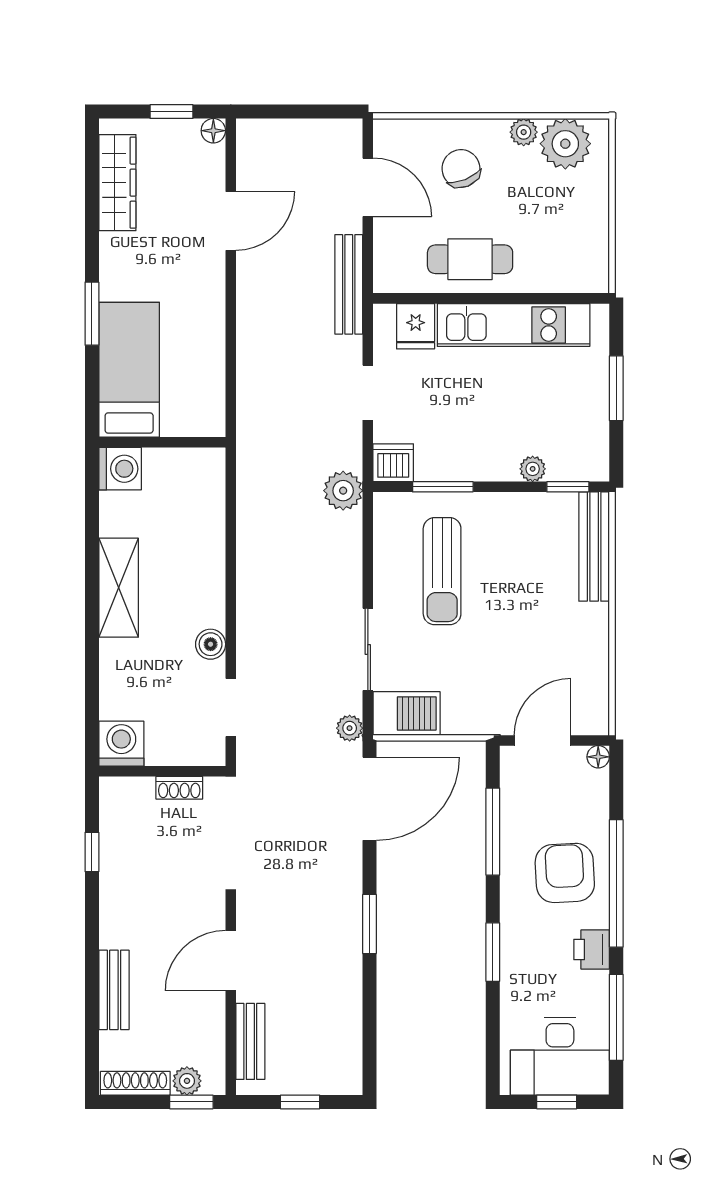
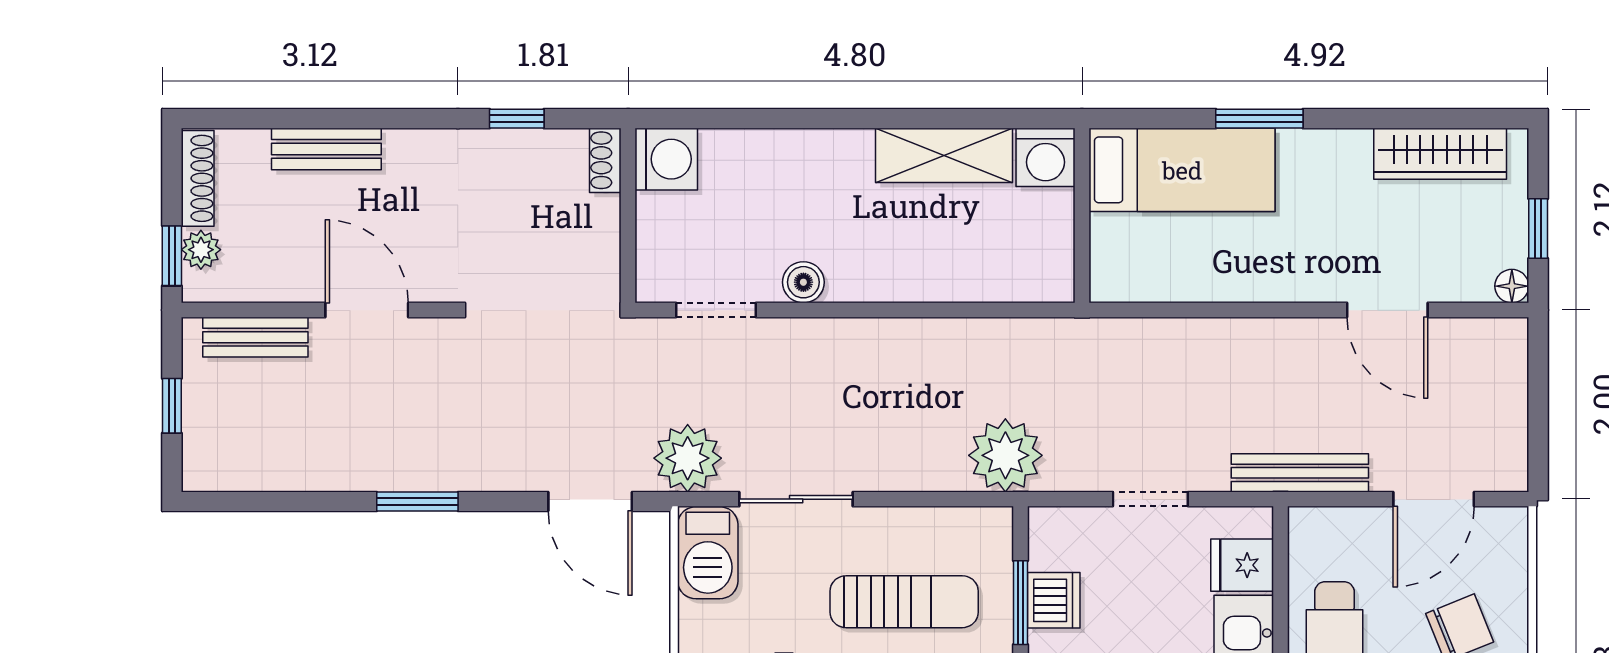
dishwasher: (393, 463) -> (1054, 600), moved
plant: (343, 491) -> (1005, 455), width x1.36, depth x1.36
sun lounger: (442, 571) -> (904, 602), turned 180
shelving: (119, 588) -> (944, 155), moved
plant: (350, 728) -> (688, 458), width x1.88, depth x1.88
shoe rack: (179, 788) -> (605, 160), moved
door: (369, 799) -> (590, 502), width x0.73

